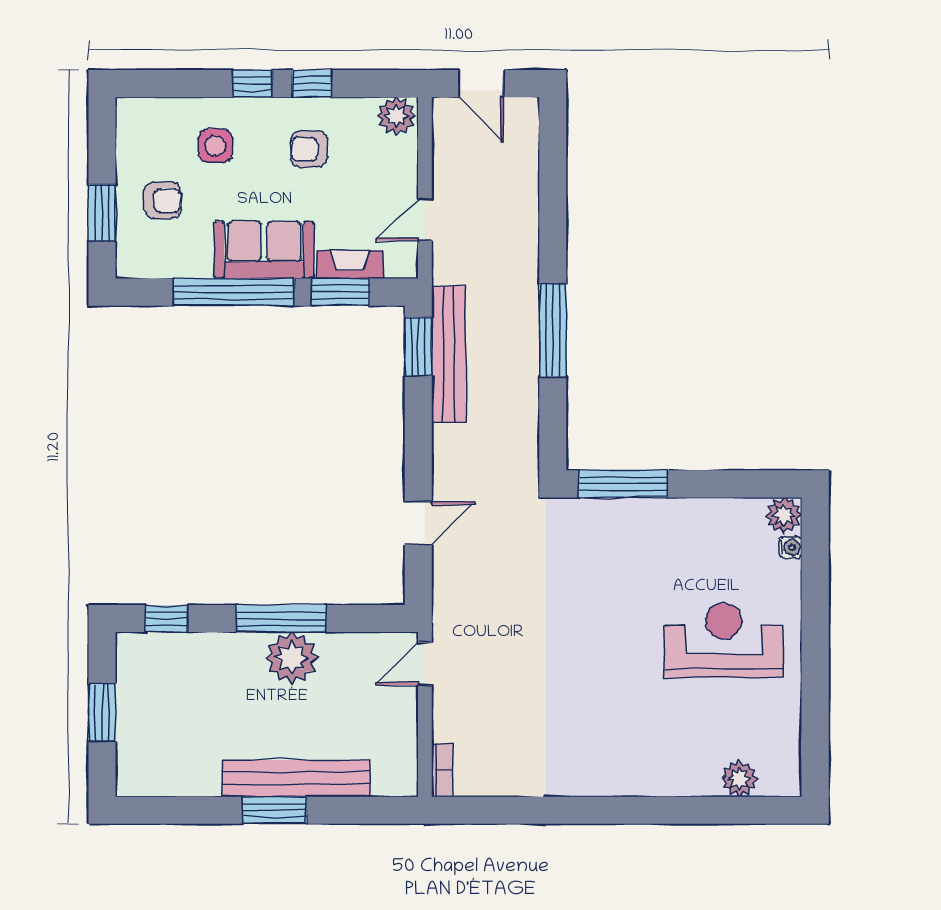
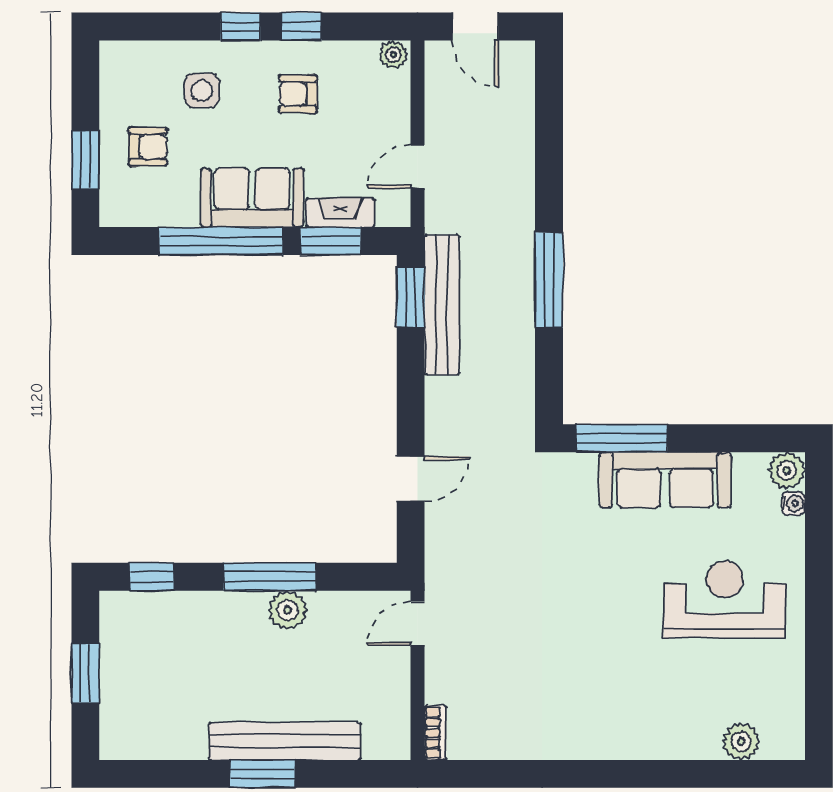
plant: (396, 116) -> (393, 55), width x0.73, depth x0.73
sofa: (666, 524) -> (665, 480), added
plant: (292, 658) -> (288, 610), width x0.73, depth x0.73

